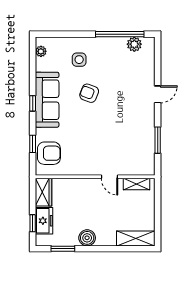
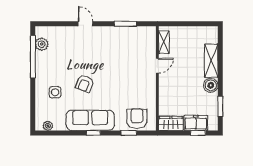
shelving: (136, 238) -> (211, 61), moved

